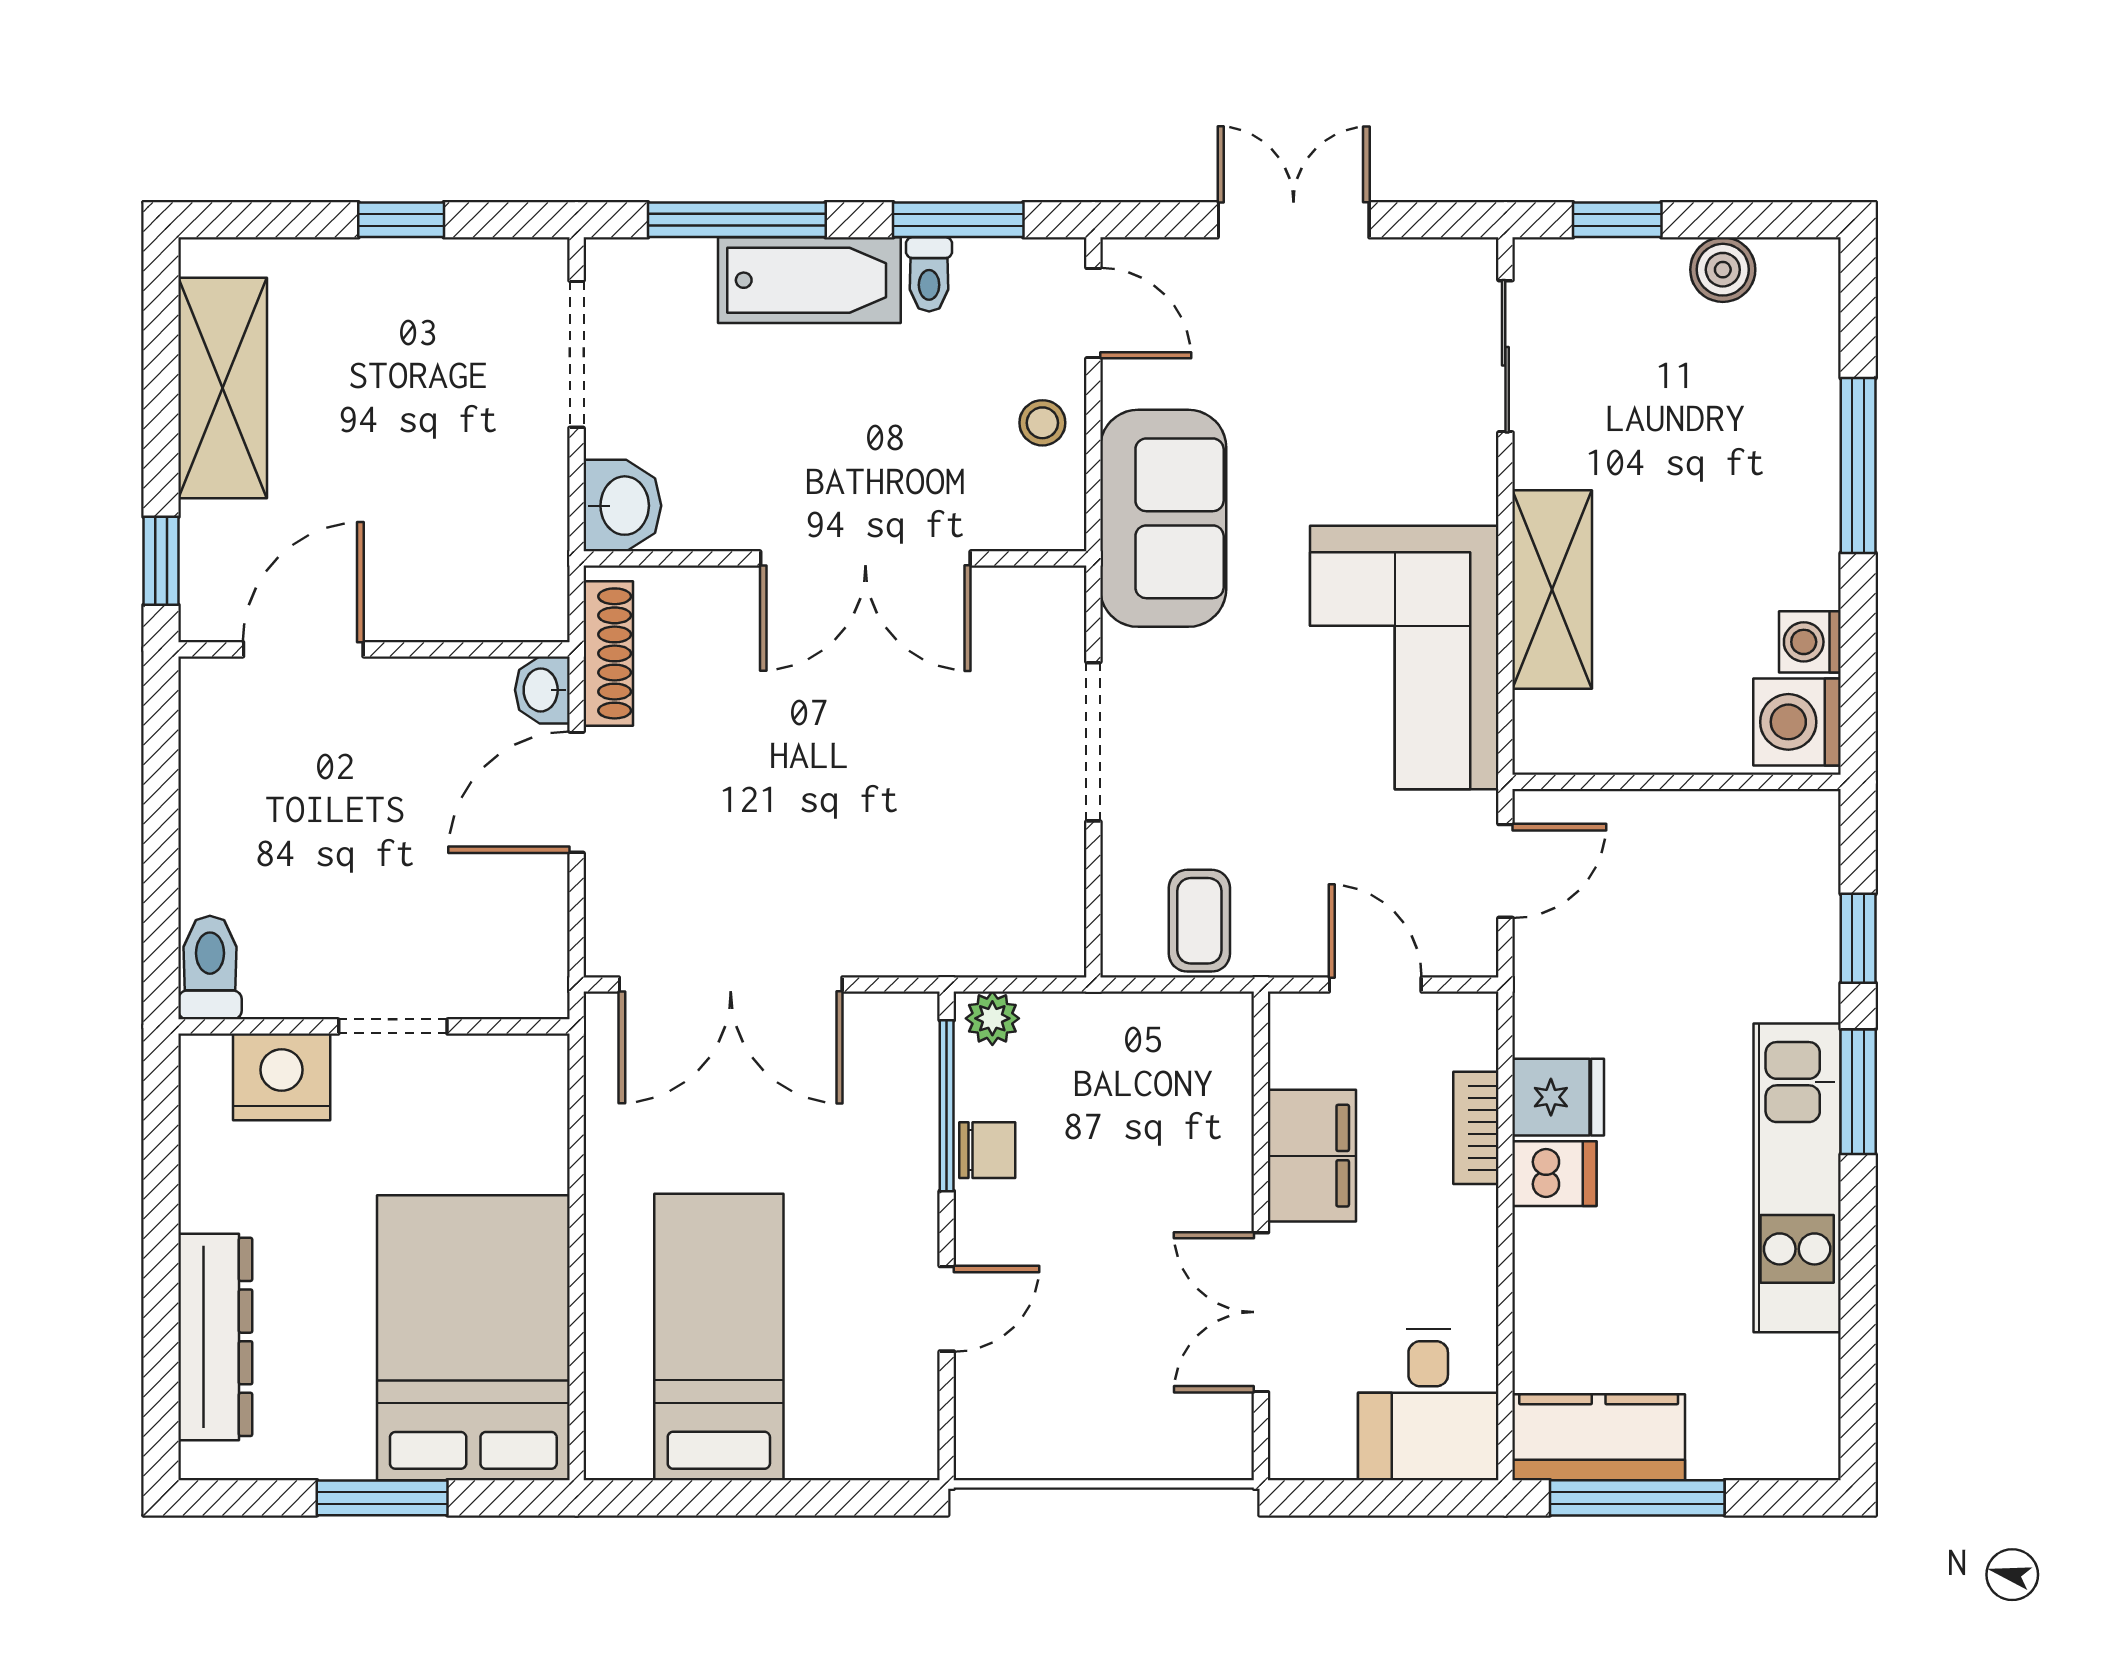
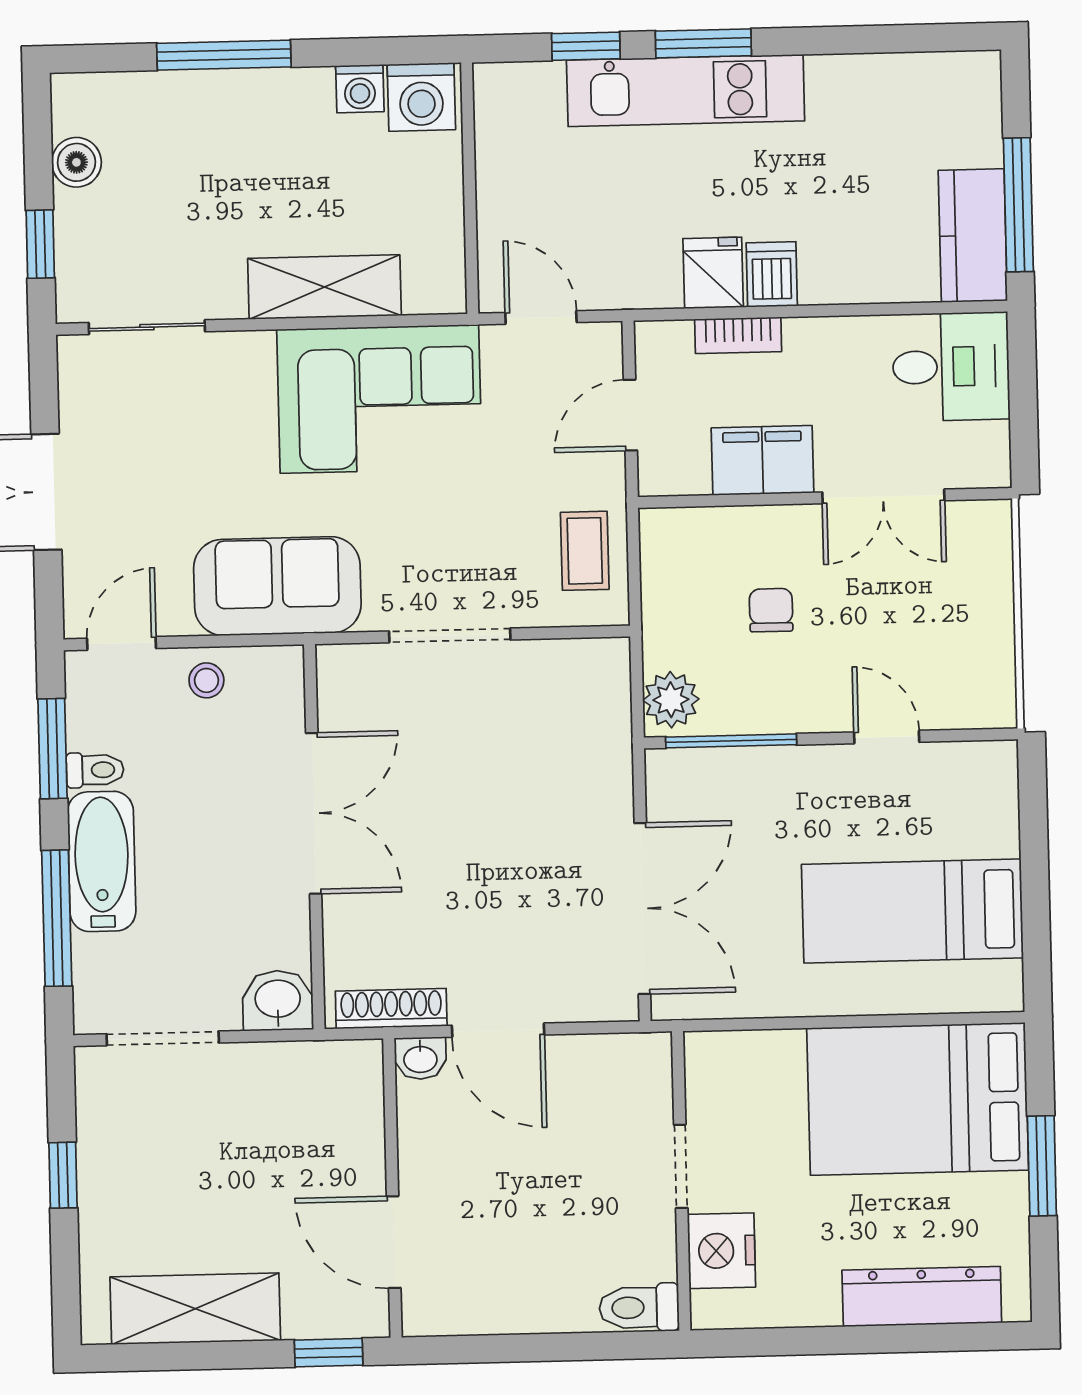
coffee table: (1199, 921) -> (585, 551), turned 90
plant: (992, 1018) -> (671, 700), width x1.38, depth x1.38
chair: (987, 1150) -> (771, 610), moved
kitchen unit: (1797, 1178) -> (686, 91), moved

